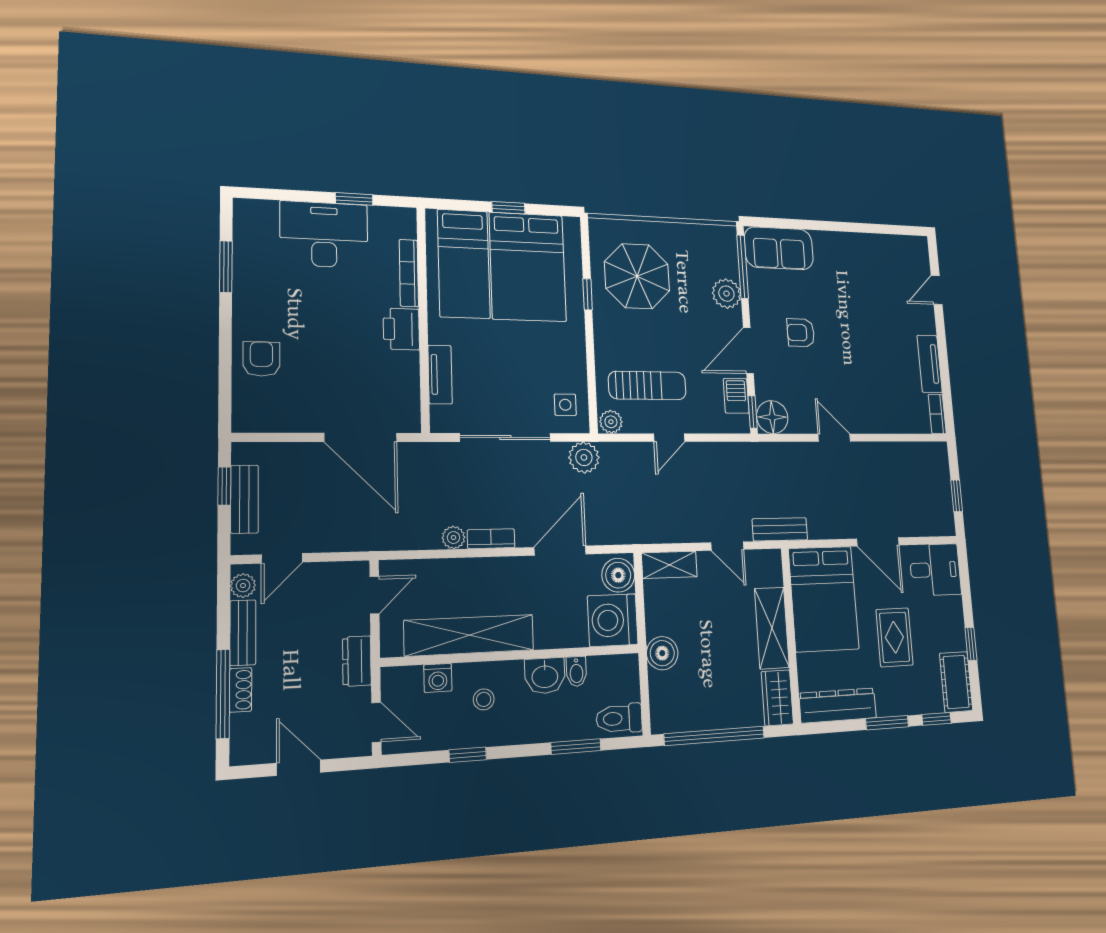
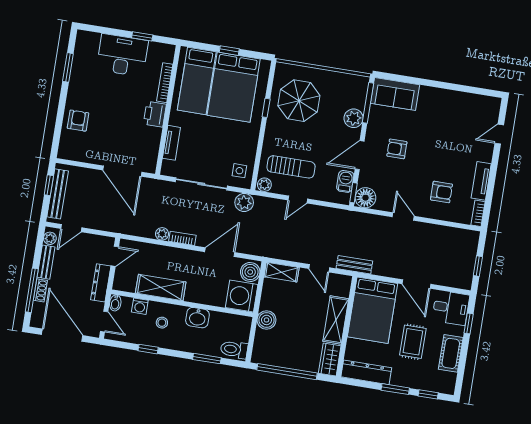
armchair: (879, 390) -> (441, 192), added
bench: (244, 499) -> (58, 194), width x1.36
shelving: (469, 635) -> (161, 288), width x0.68
window: (971, 644) -> (469, 323), moved
dresser: (357, 661) -> (101, 283), width x1.44
bidet: (576, 671) -> (115, 303), moved
cot: (956, 682) -> (451, 353), moved
door: (299, 768) -> (62, 335), width x1.87

